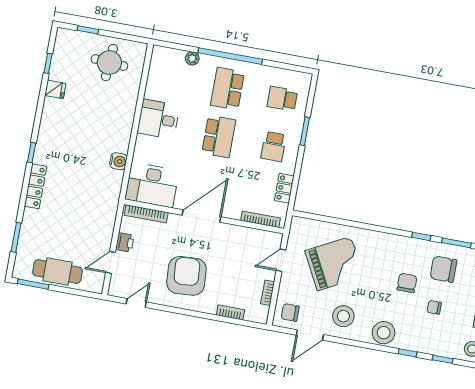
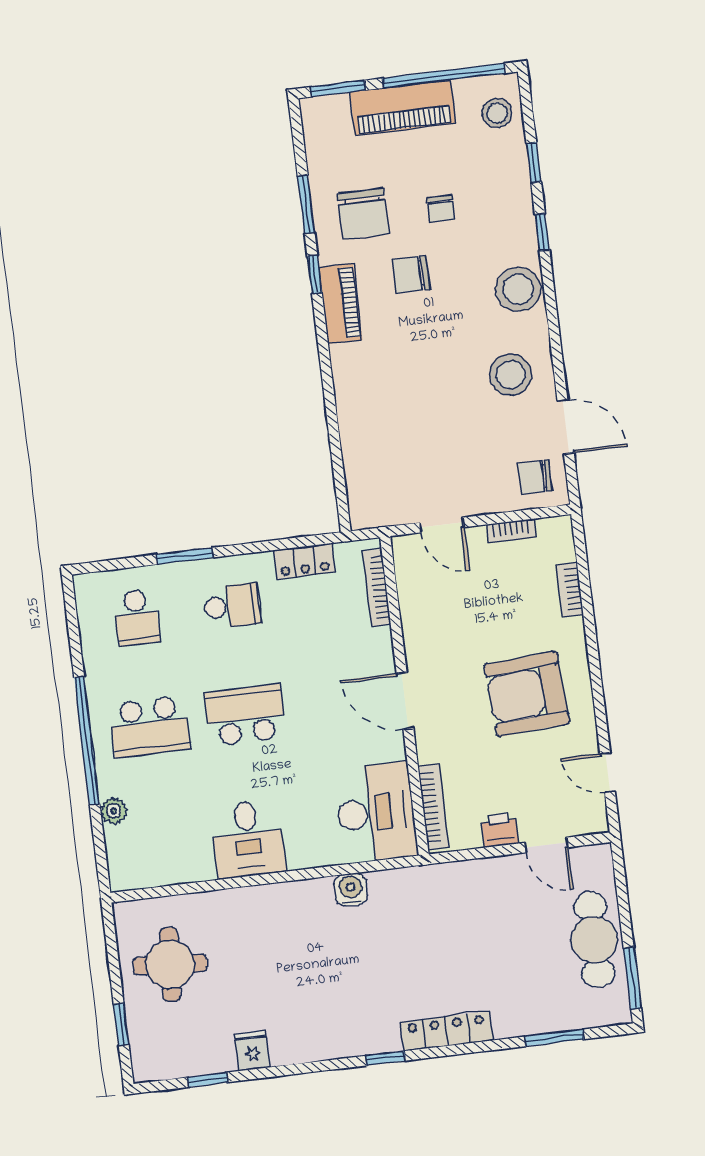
door: (202, 216) -> (405, 701), width x0.73
piano: (403, 245) -> (340, 304), added
grand piano: (334, 264) -> (417, 423), removed
chair: (290, 312) -> (535, 477), turned 90

